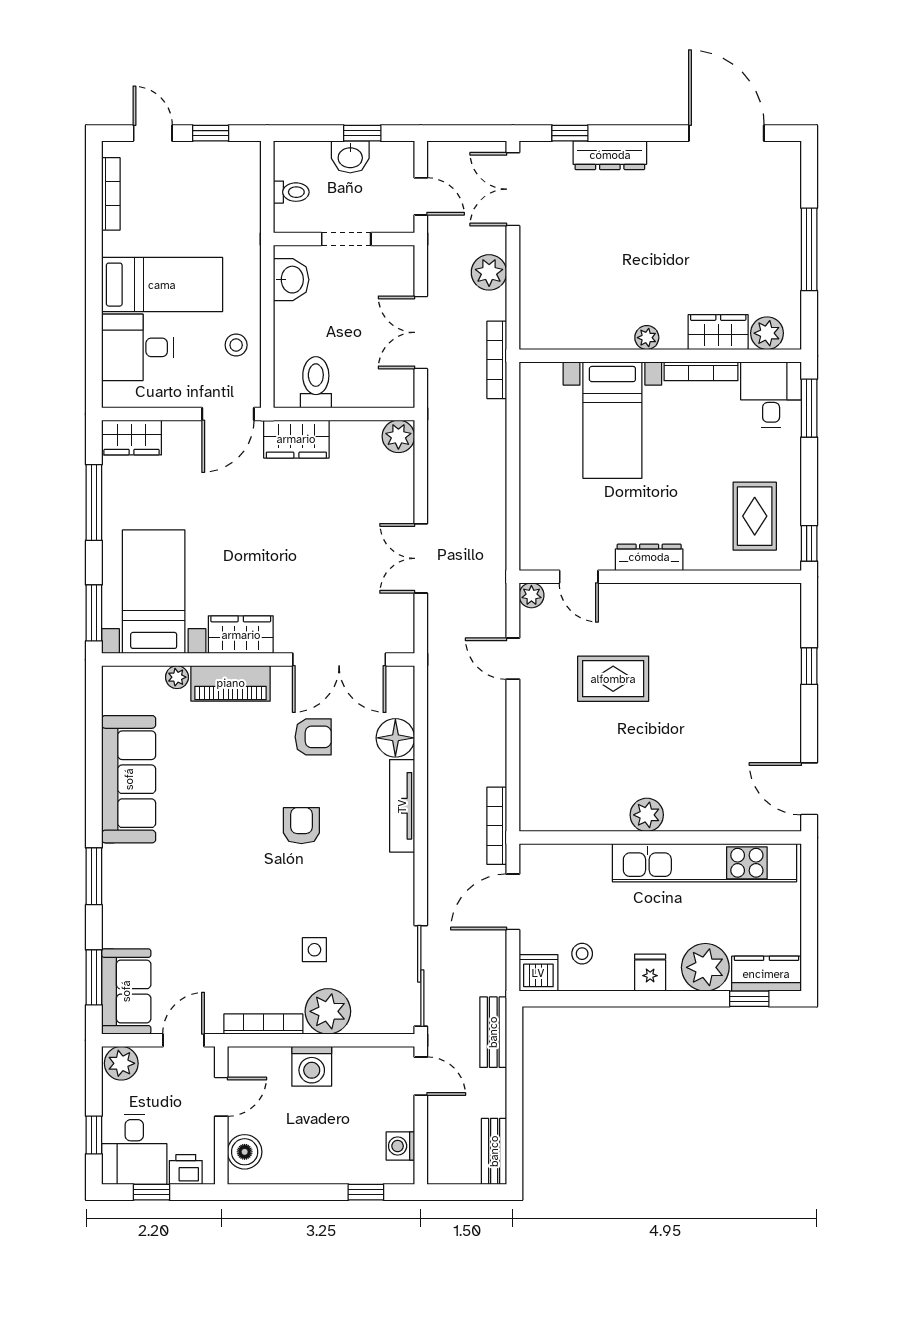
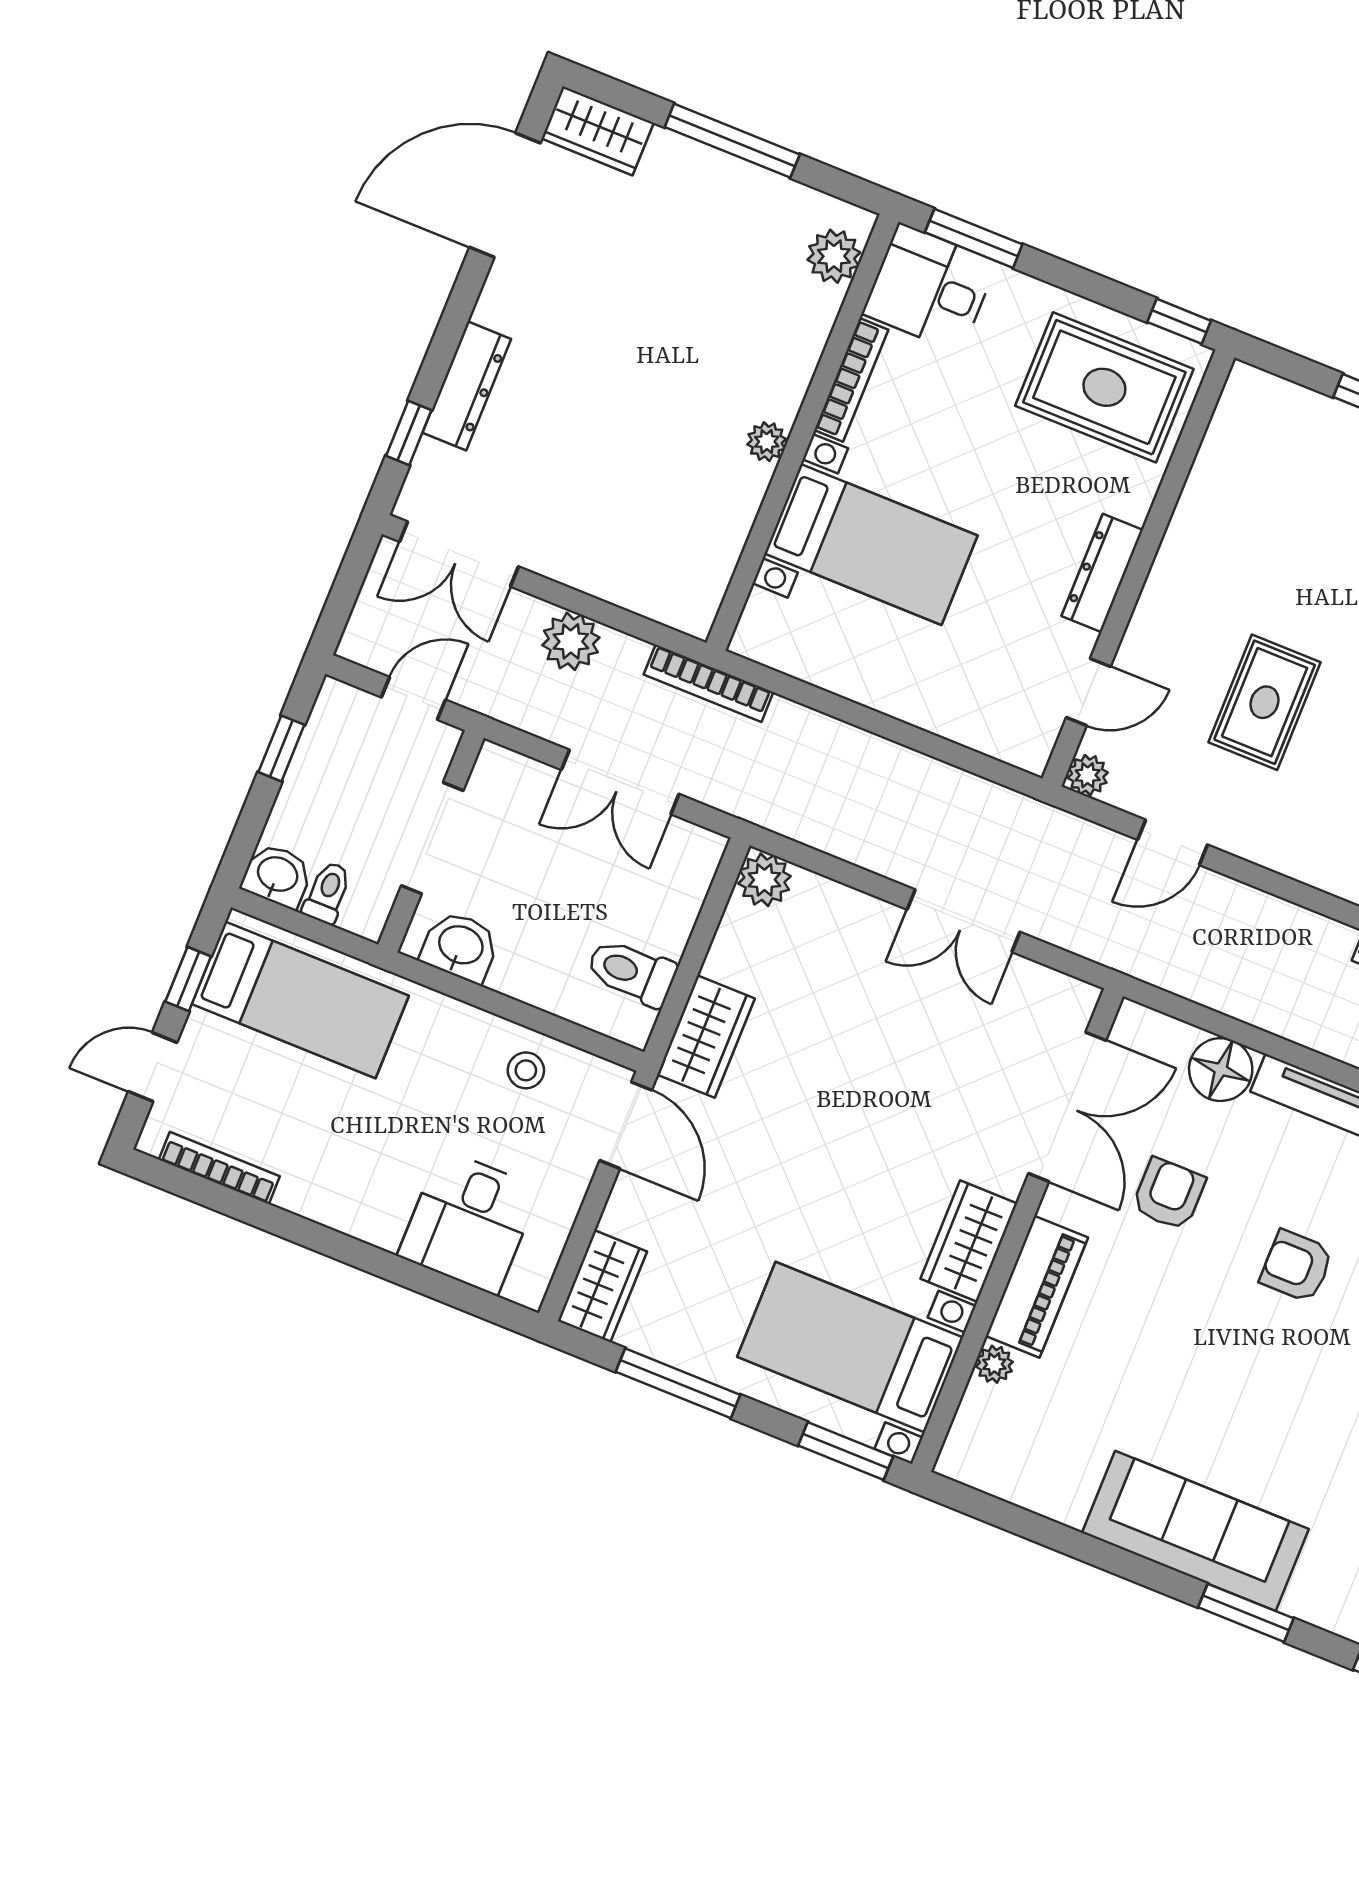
washbasin: (350, 157) -> (277, 876), moved, turned -90
doorway: (346, 239) -> (432, 838), width x1.38
bed: (162, 285) -> (300, 1000), moved, turned 90
wardrobe: (718, 332) -> (598, 131), moved, turned -90
rug: (755, 516) -> (1104, 387), width x1.36, depth x1.43
sofa: (129, 779) -> (1195, 1531), moved

